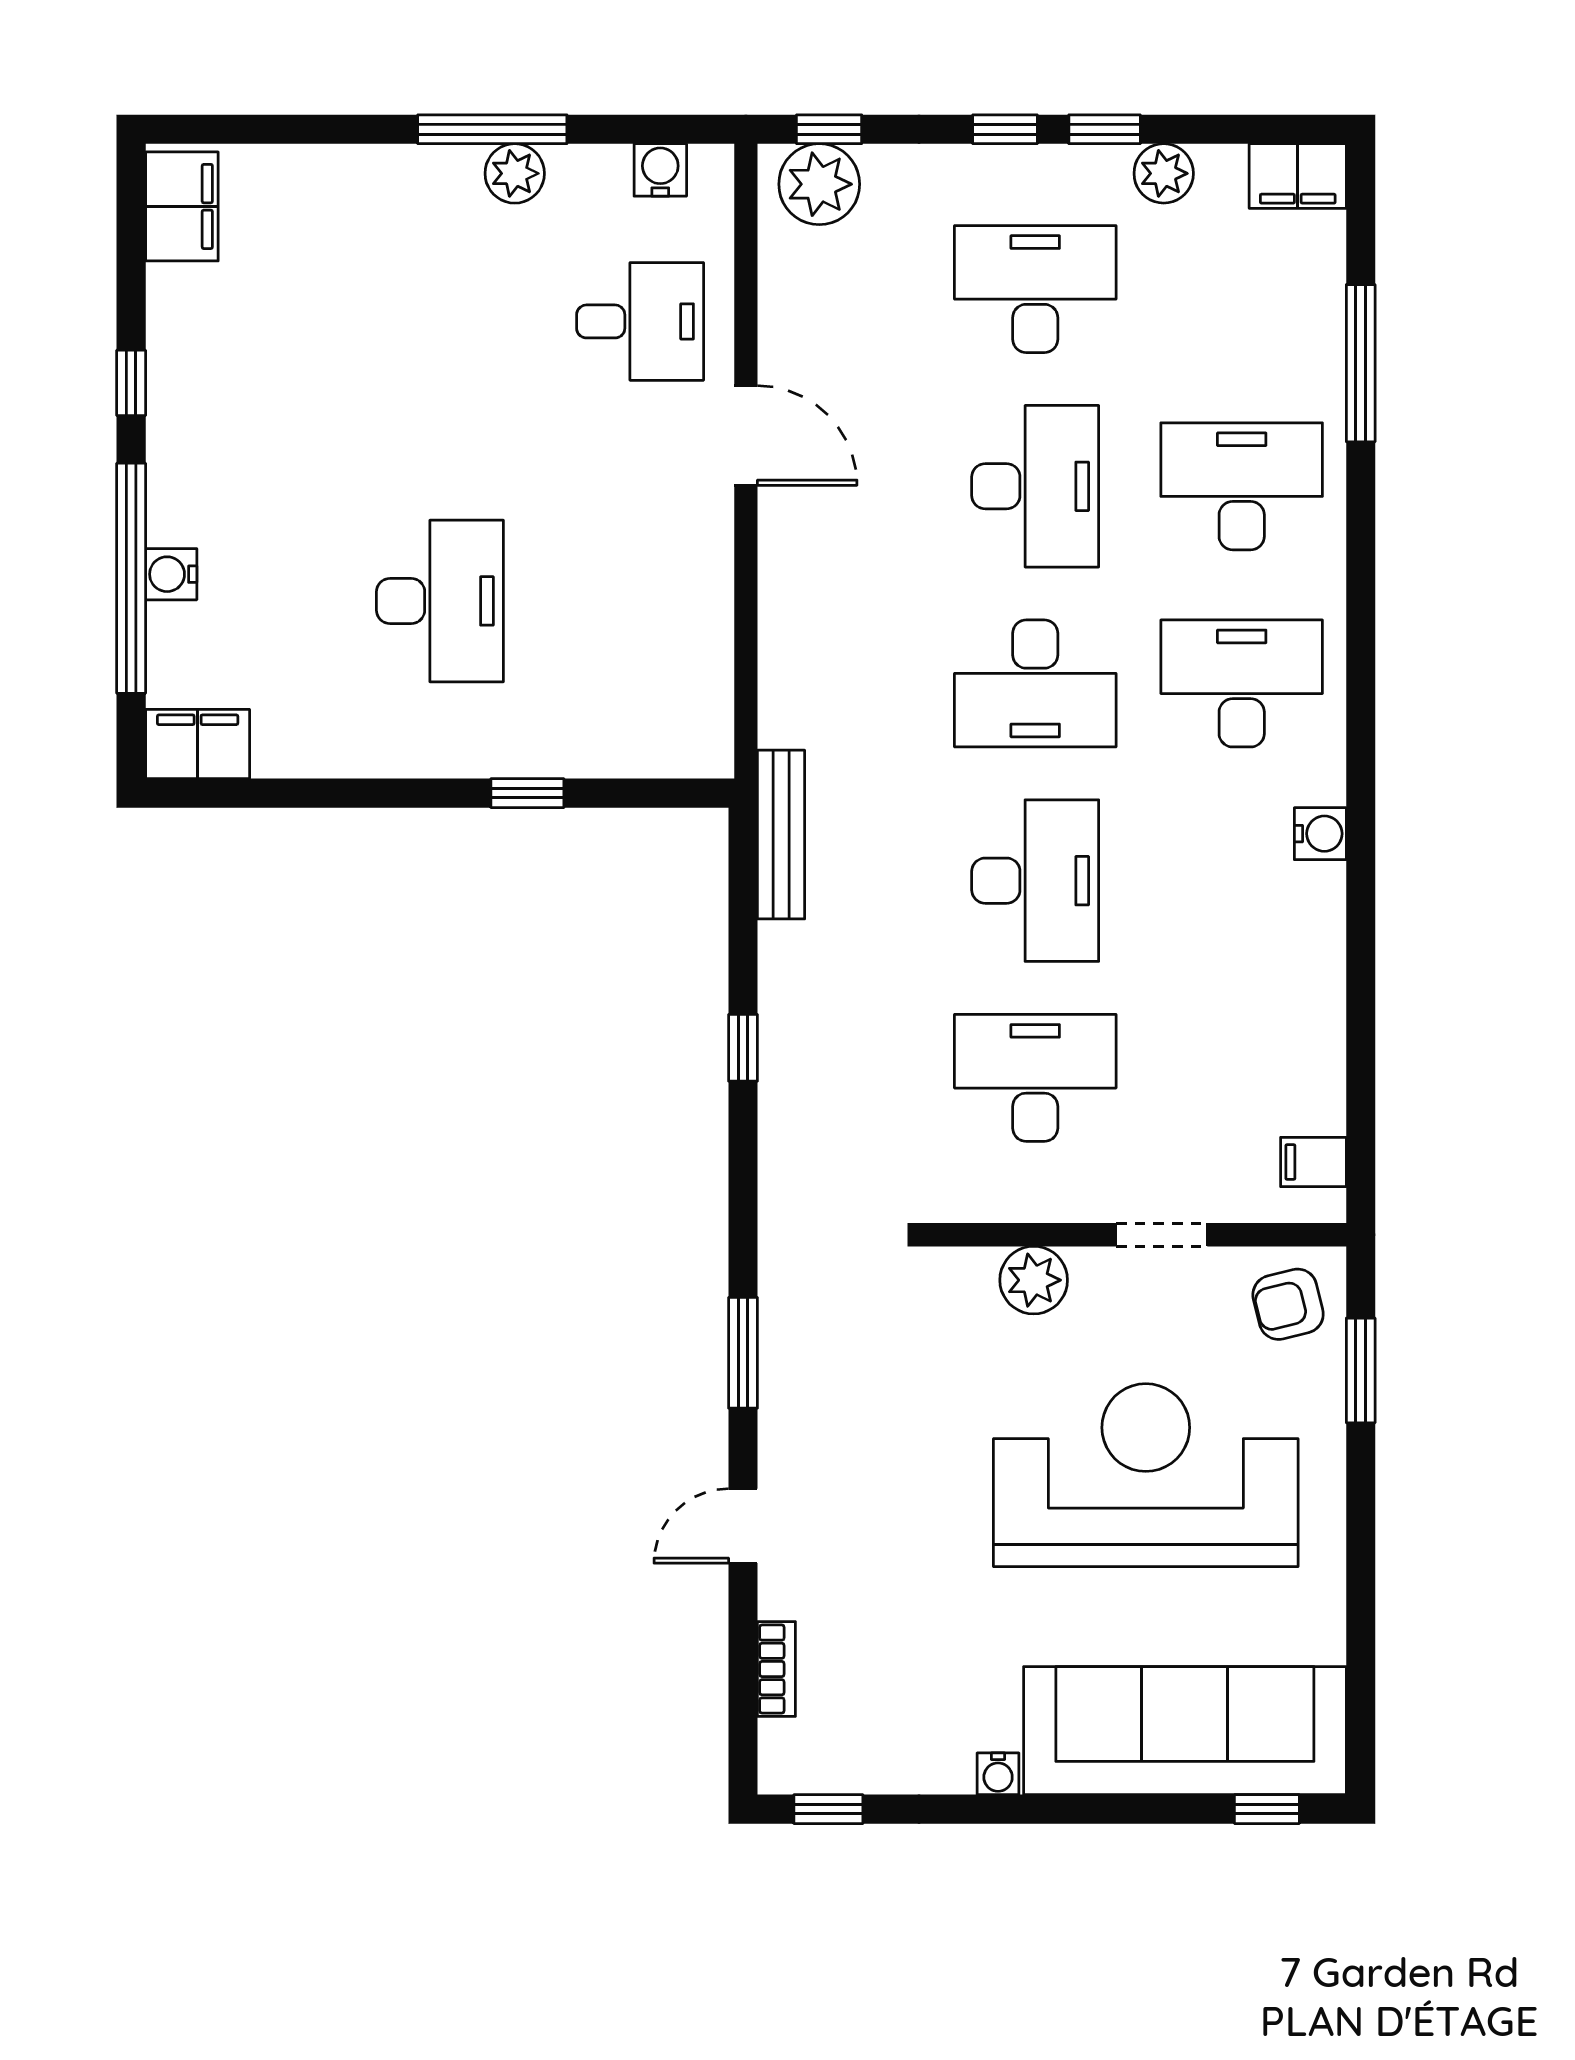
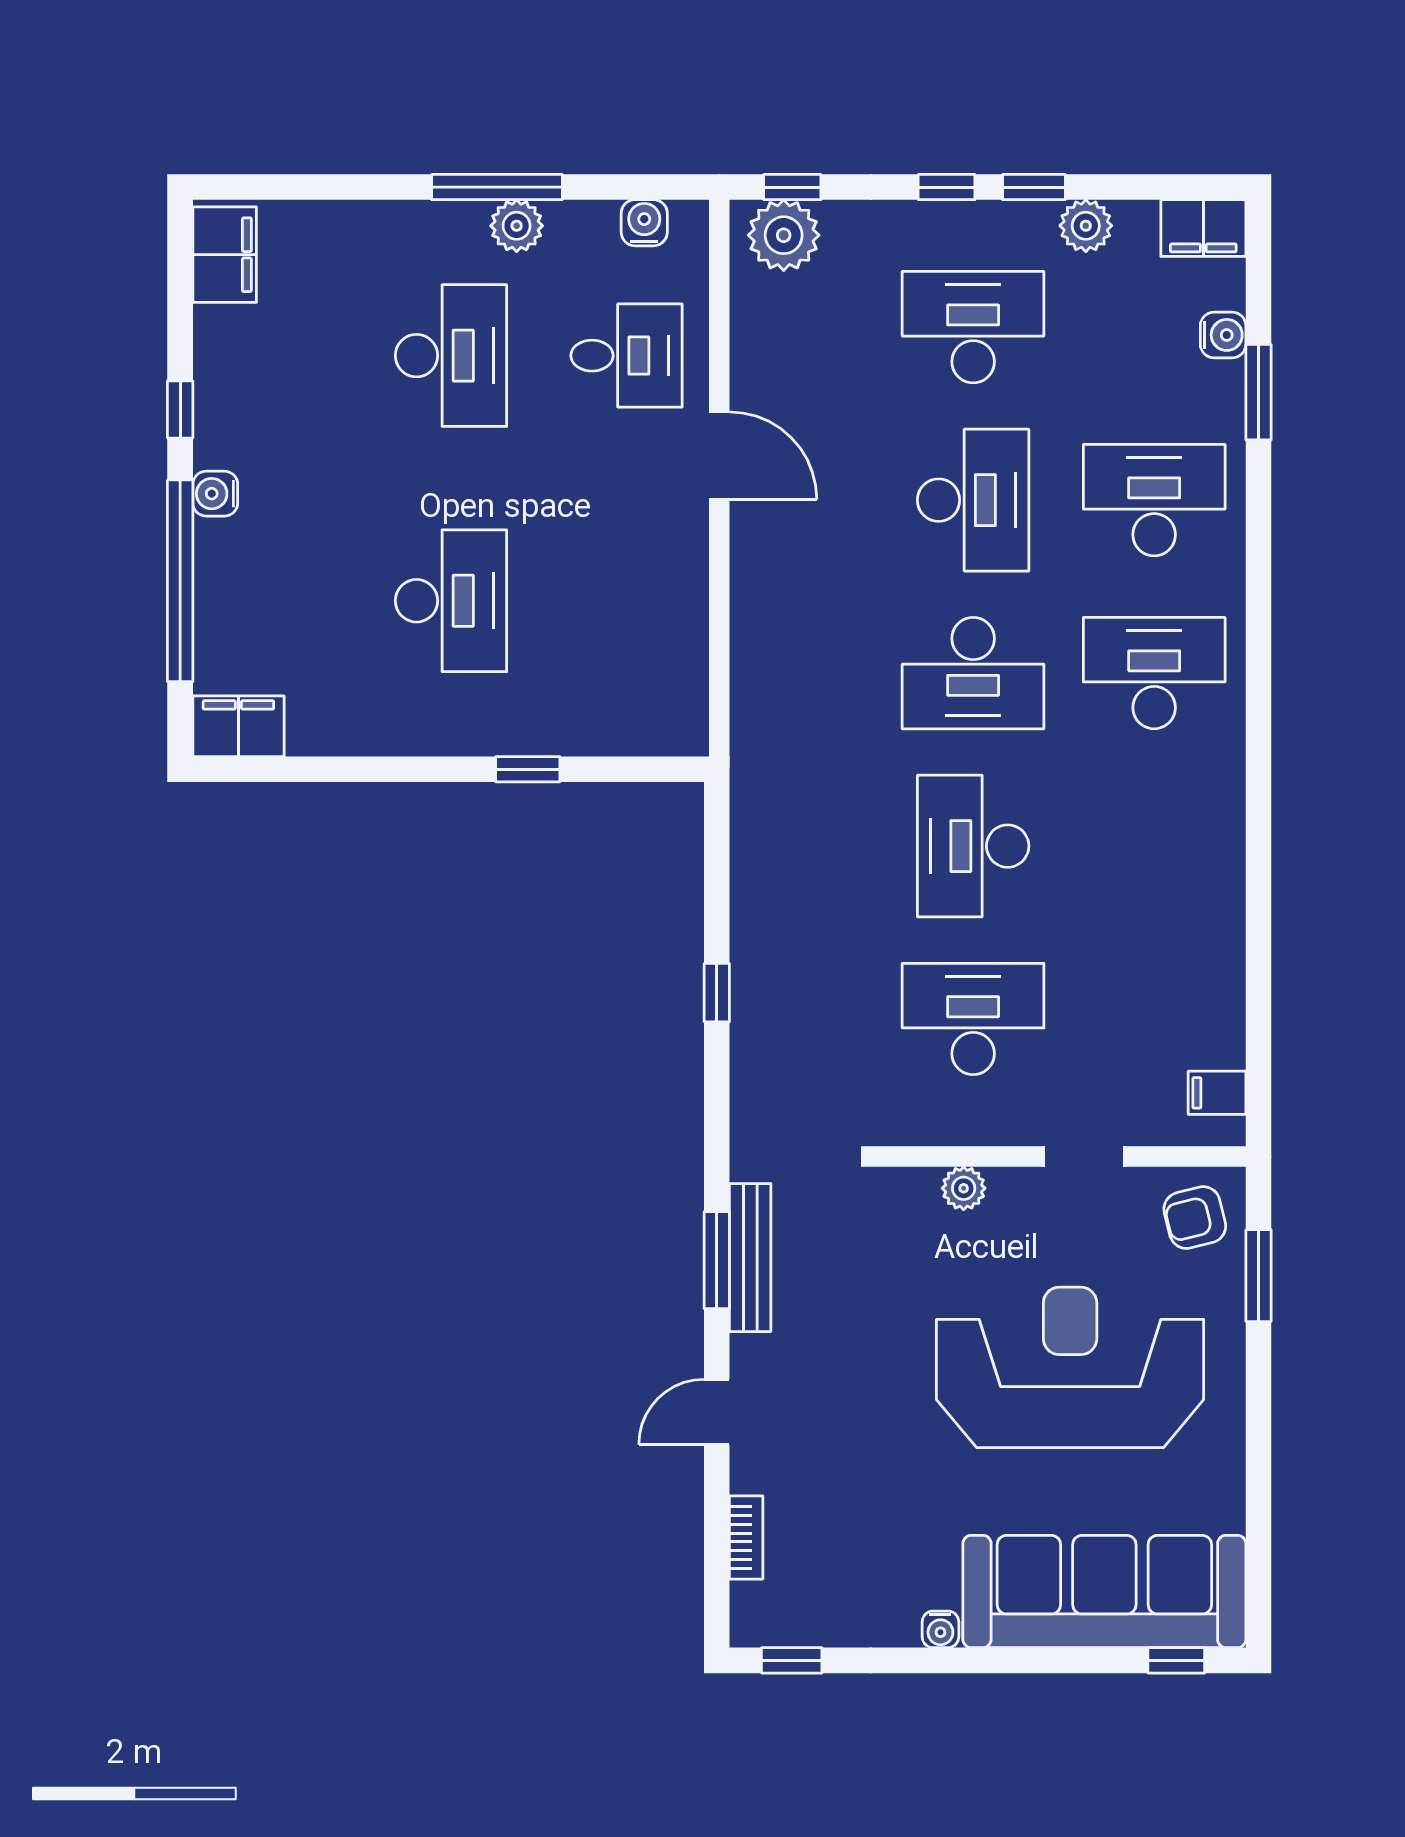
desk: (440, 321) -> (451, 356), added
window: (1361, 363) -> (1259, 392), width x0.69
water cooler: (171, 574) -> (215, 494), moved
water cooler: (1320, 834) -> (1223, 335), moved
bench: (781, 835) -> (750, 1258), moved
desk: (1035, 881) -> (973, 846), turned 180
plant: (1034, 1280) -> (964, 1188), width x0.73, depth x0.73

